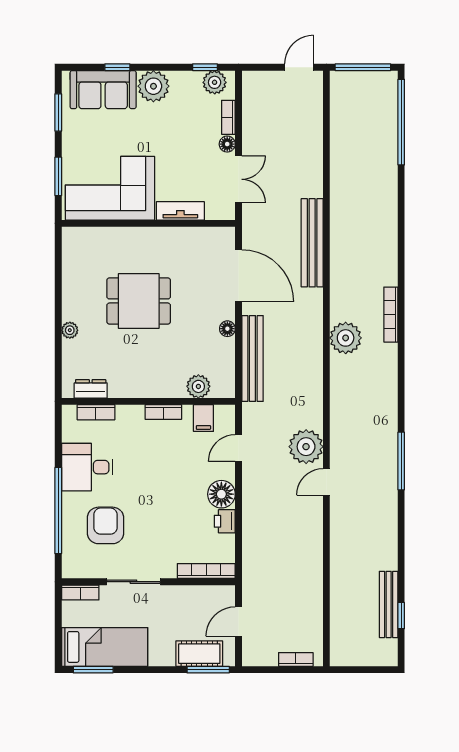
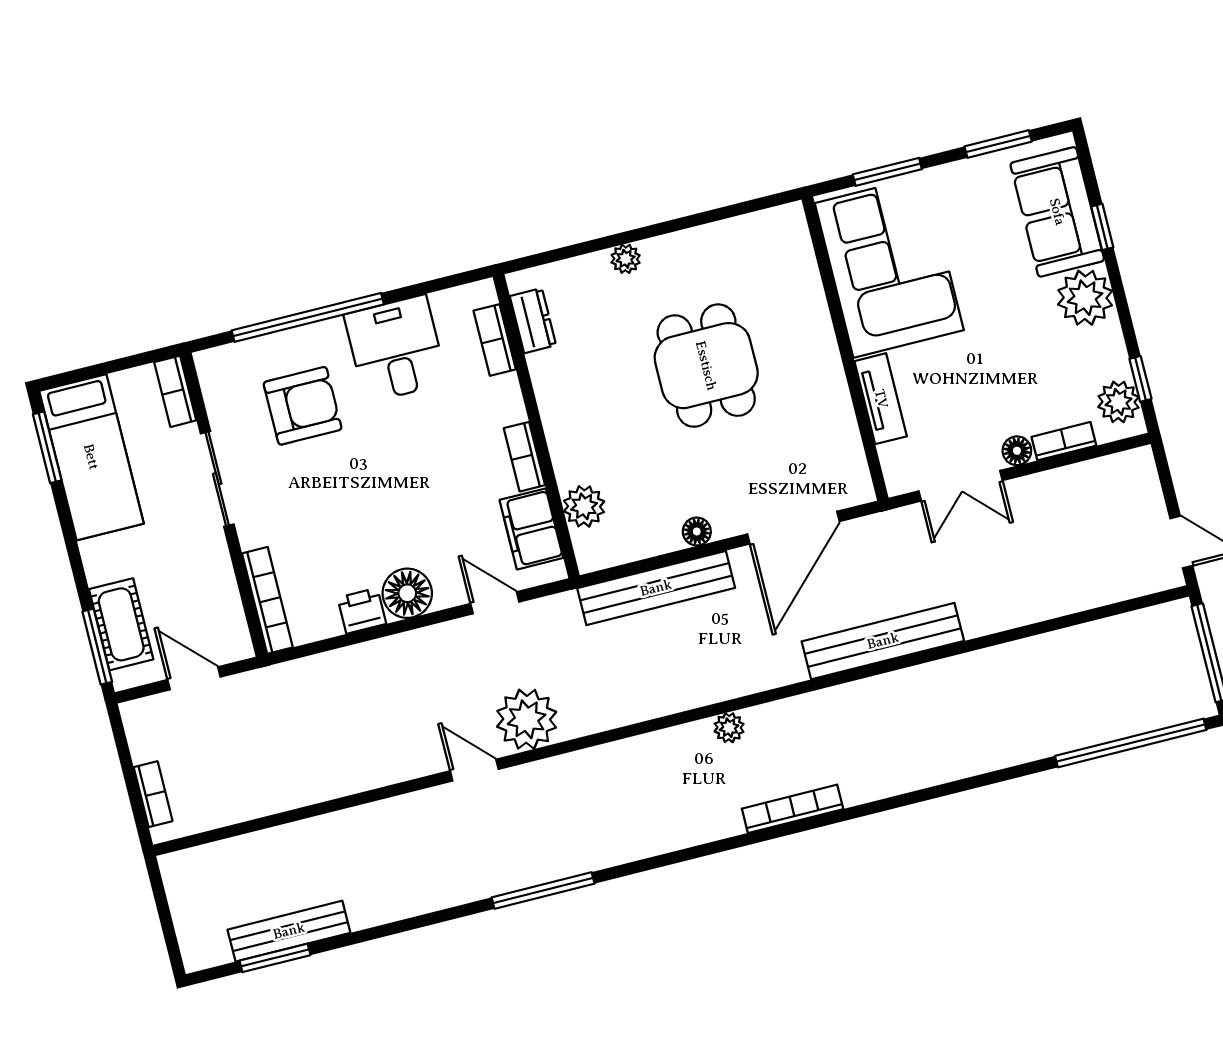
plant: (346, 338) -> (729, 728), width x0.53, depth x0.53
filing cabinet: (203, 418) -> (531, 529), width x2.00
window: (401, 616) -> (275, 958), width x1.50

